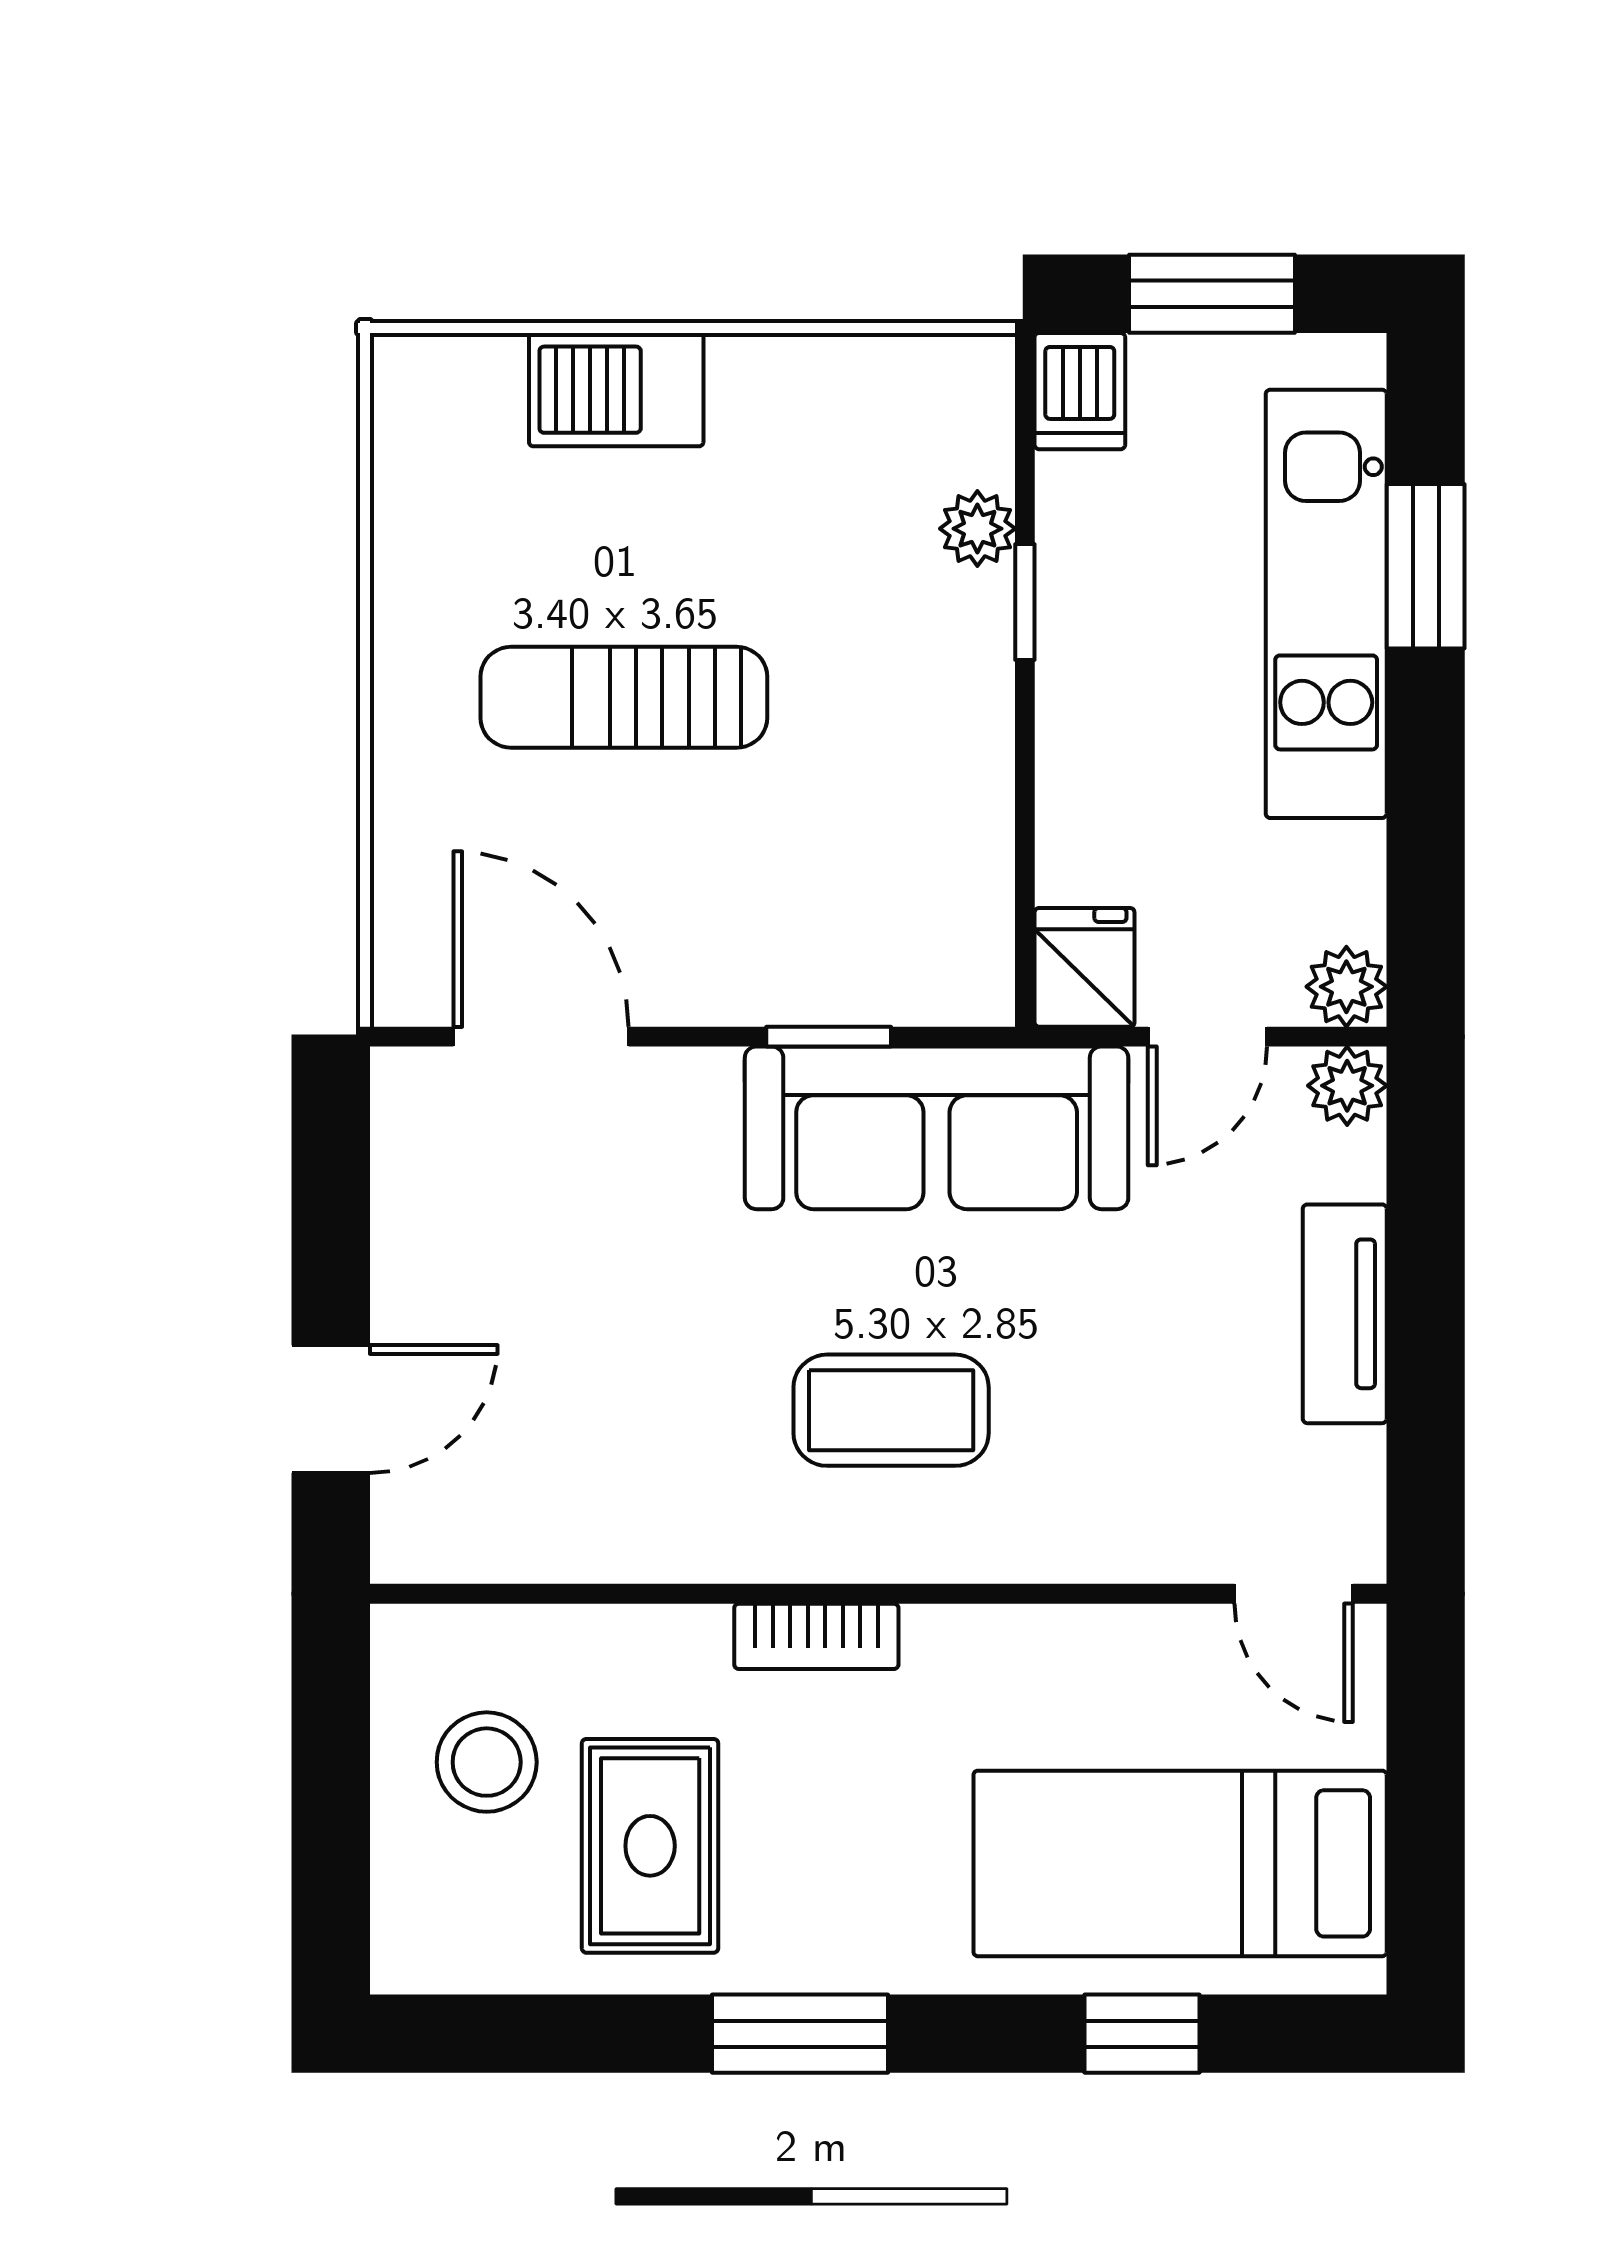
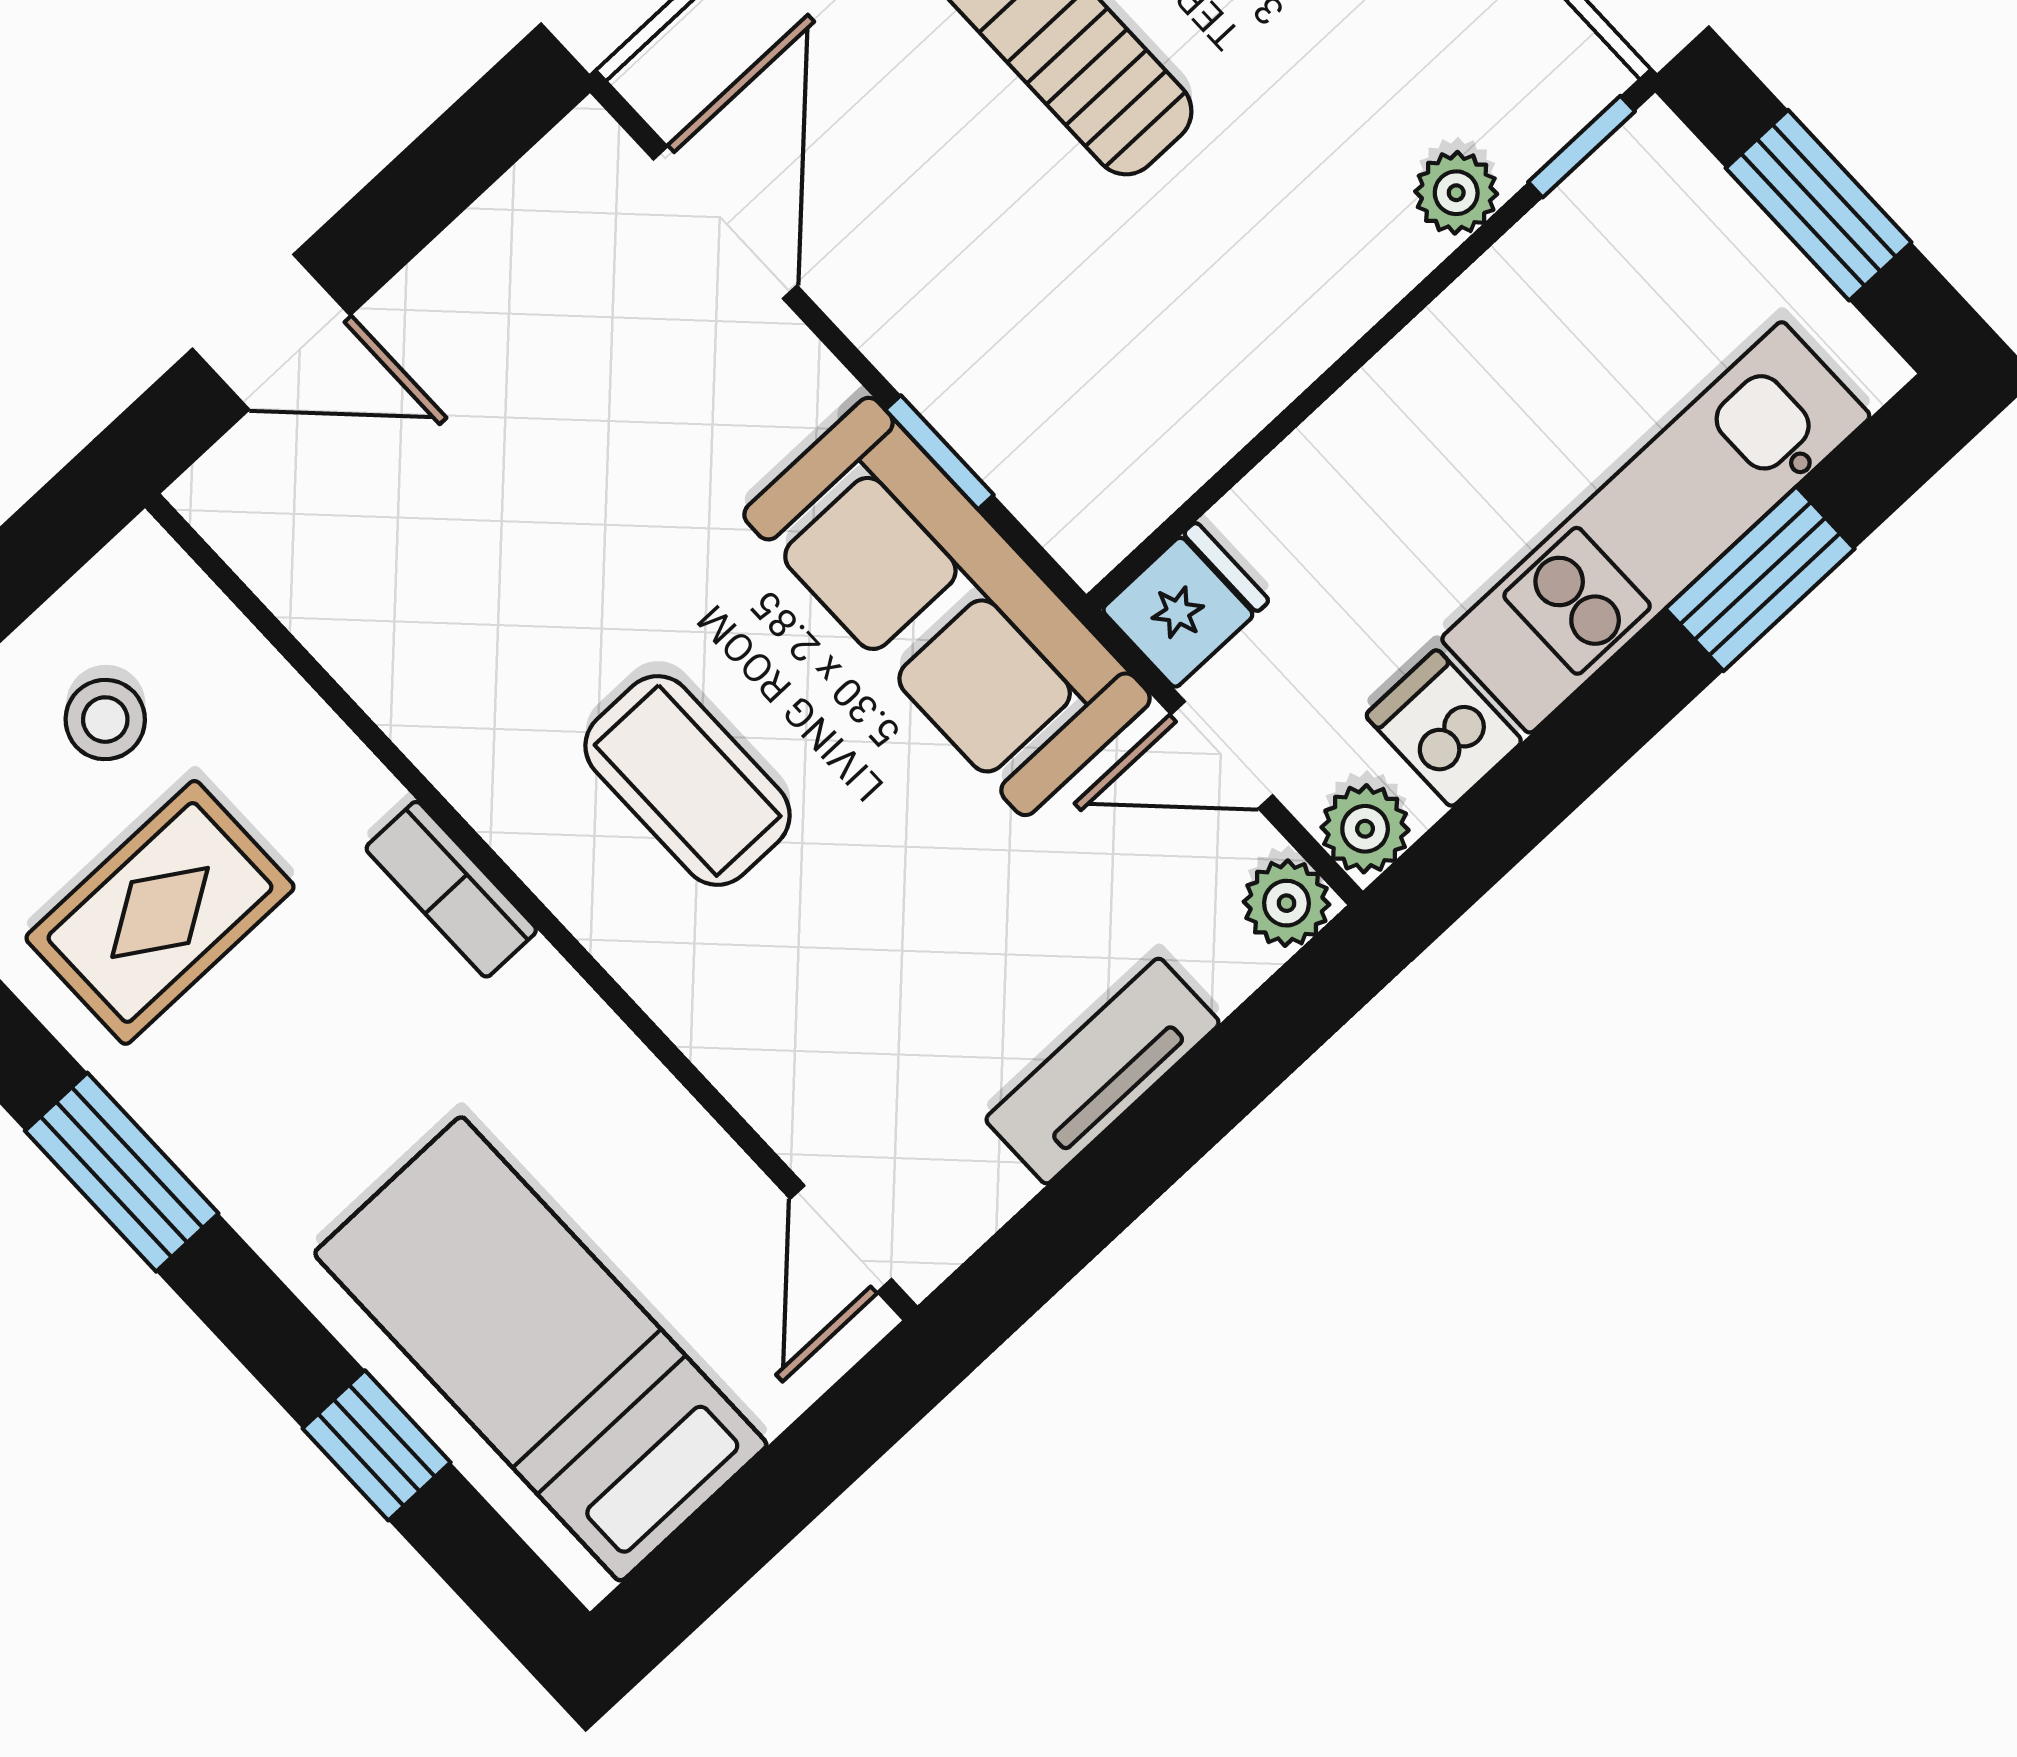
dishwasher: (1080, 391) -> (1444, 728), moved, turned 90
window: (1025, 602) -> (1582, 147), moved
stool: (487, 1762) -> (105, 720), width x0.73, depth x0.73

